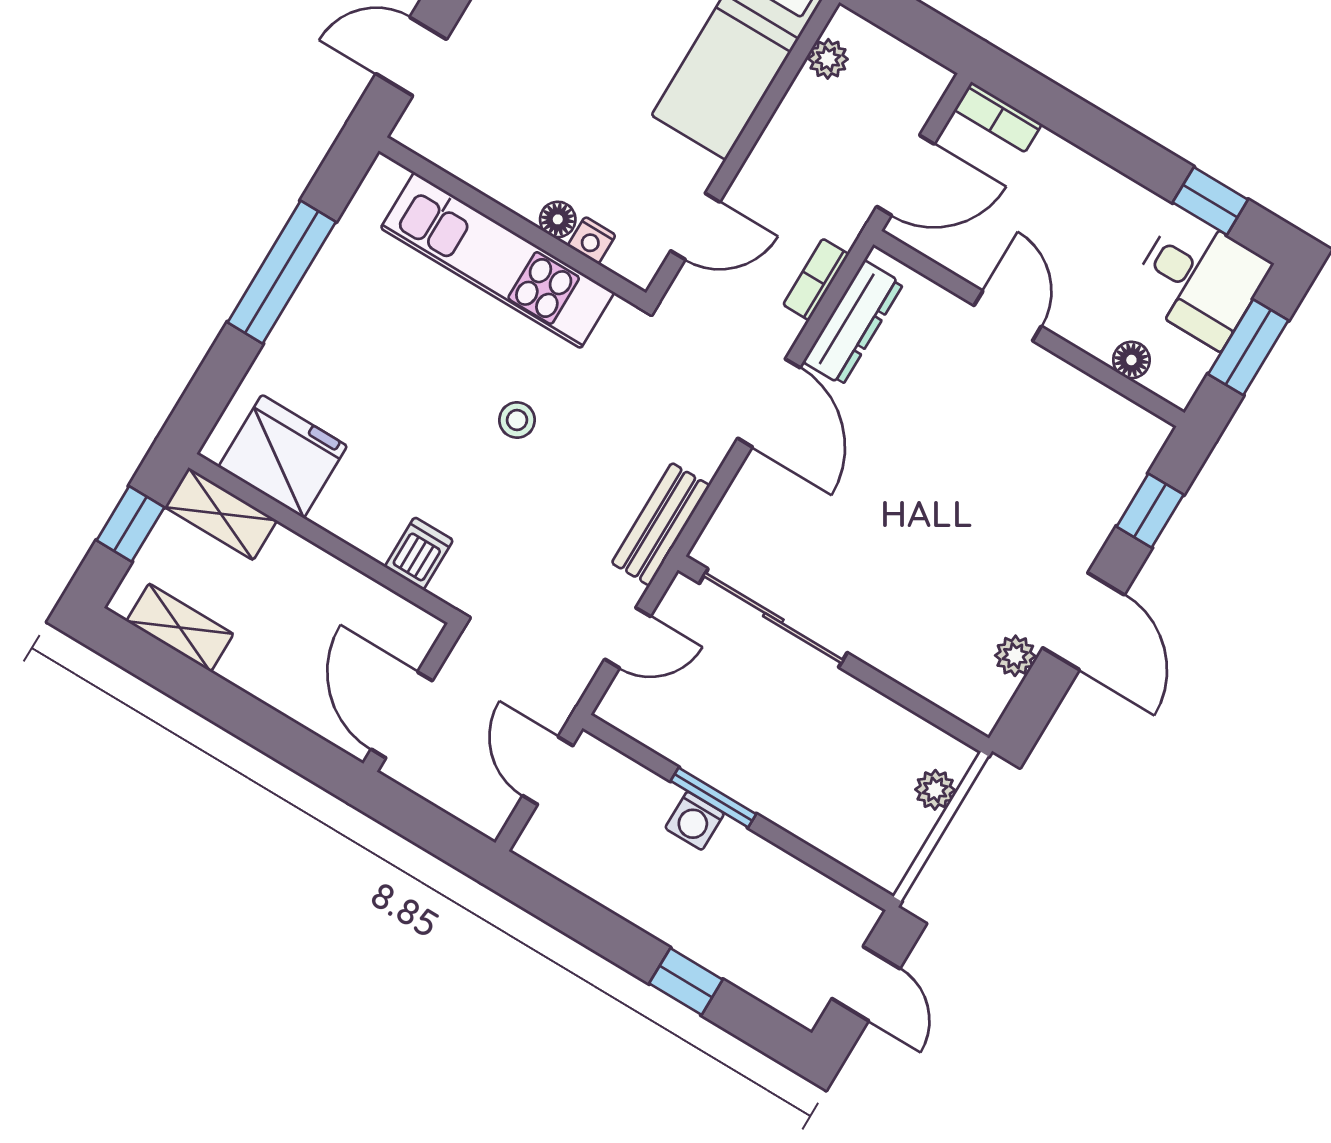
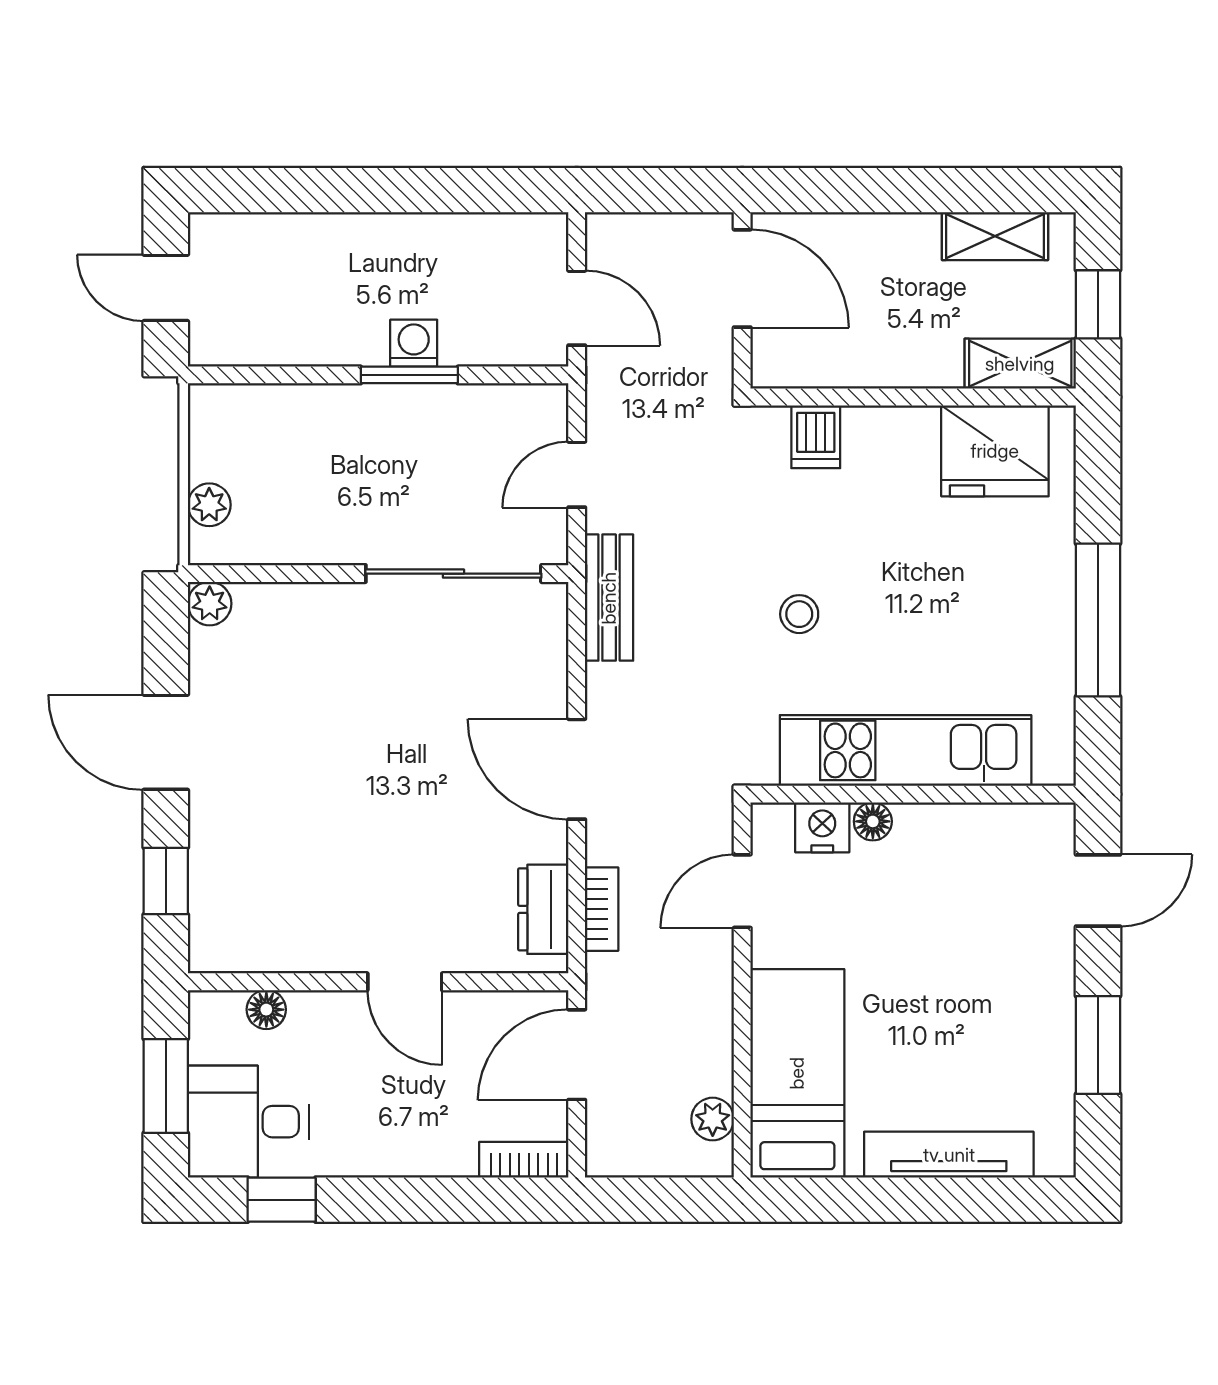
nightstand: (592, 240) -> (822, 827), width x1.39, depth x1.35
dresser: (853, 323) -> (543, 909), width x0.70
plant: (1015, 656) -> (210, 604), moved
window: (686, 982) -> (333, 190), removed

